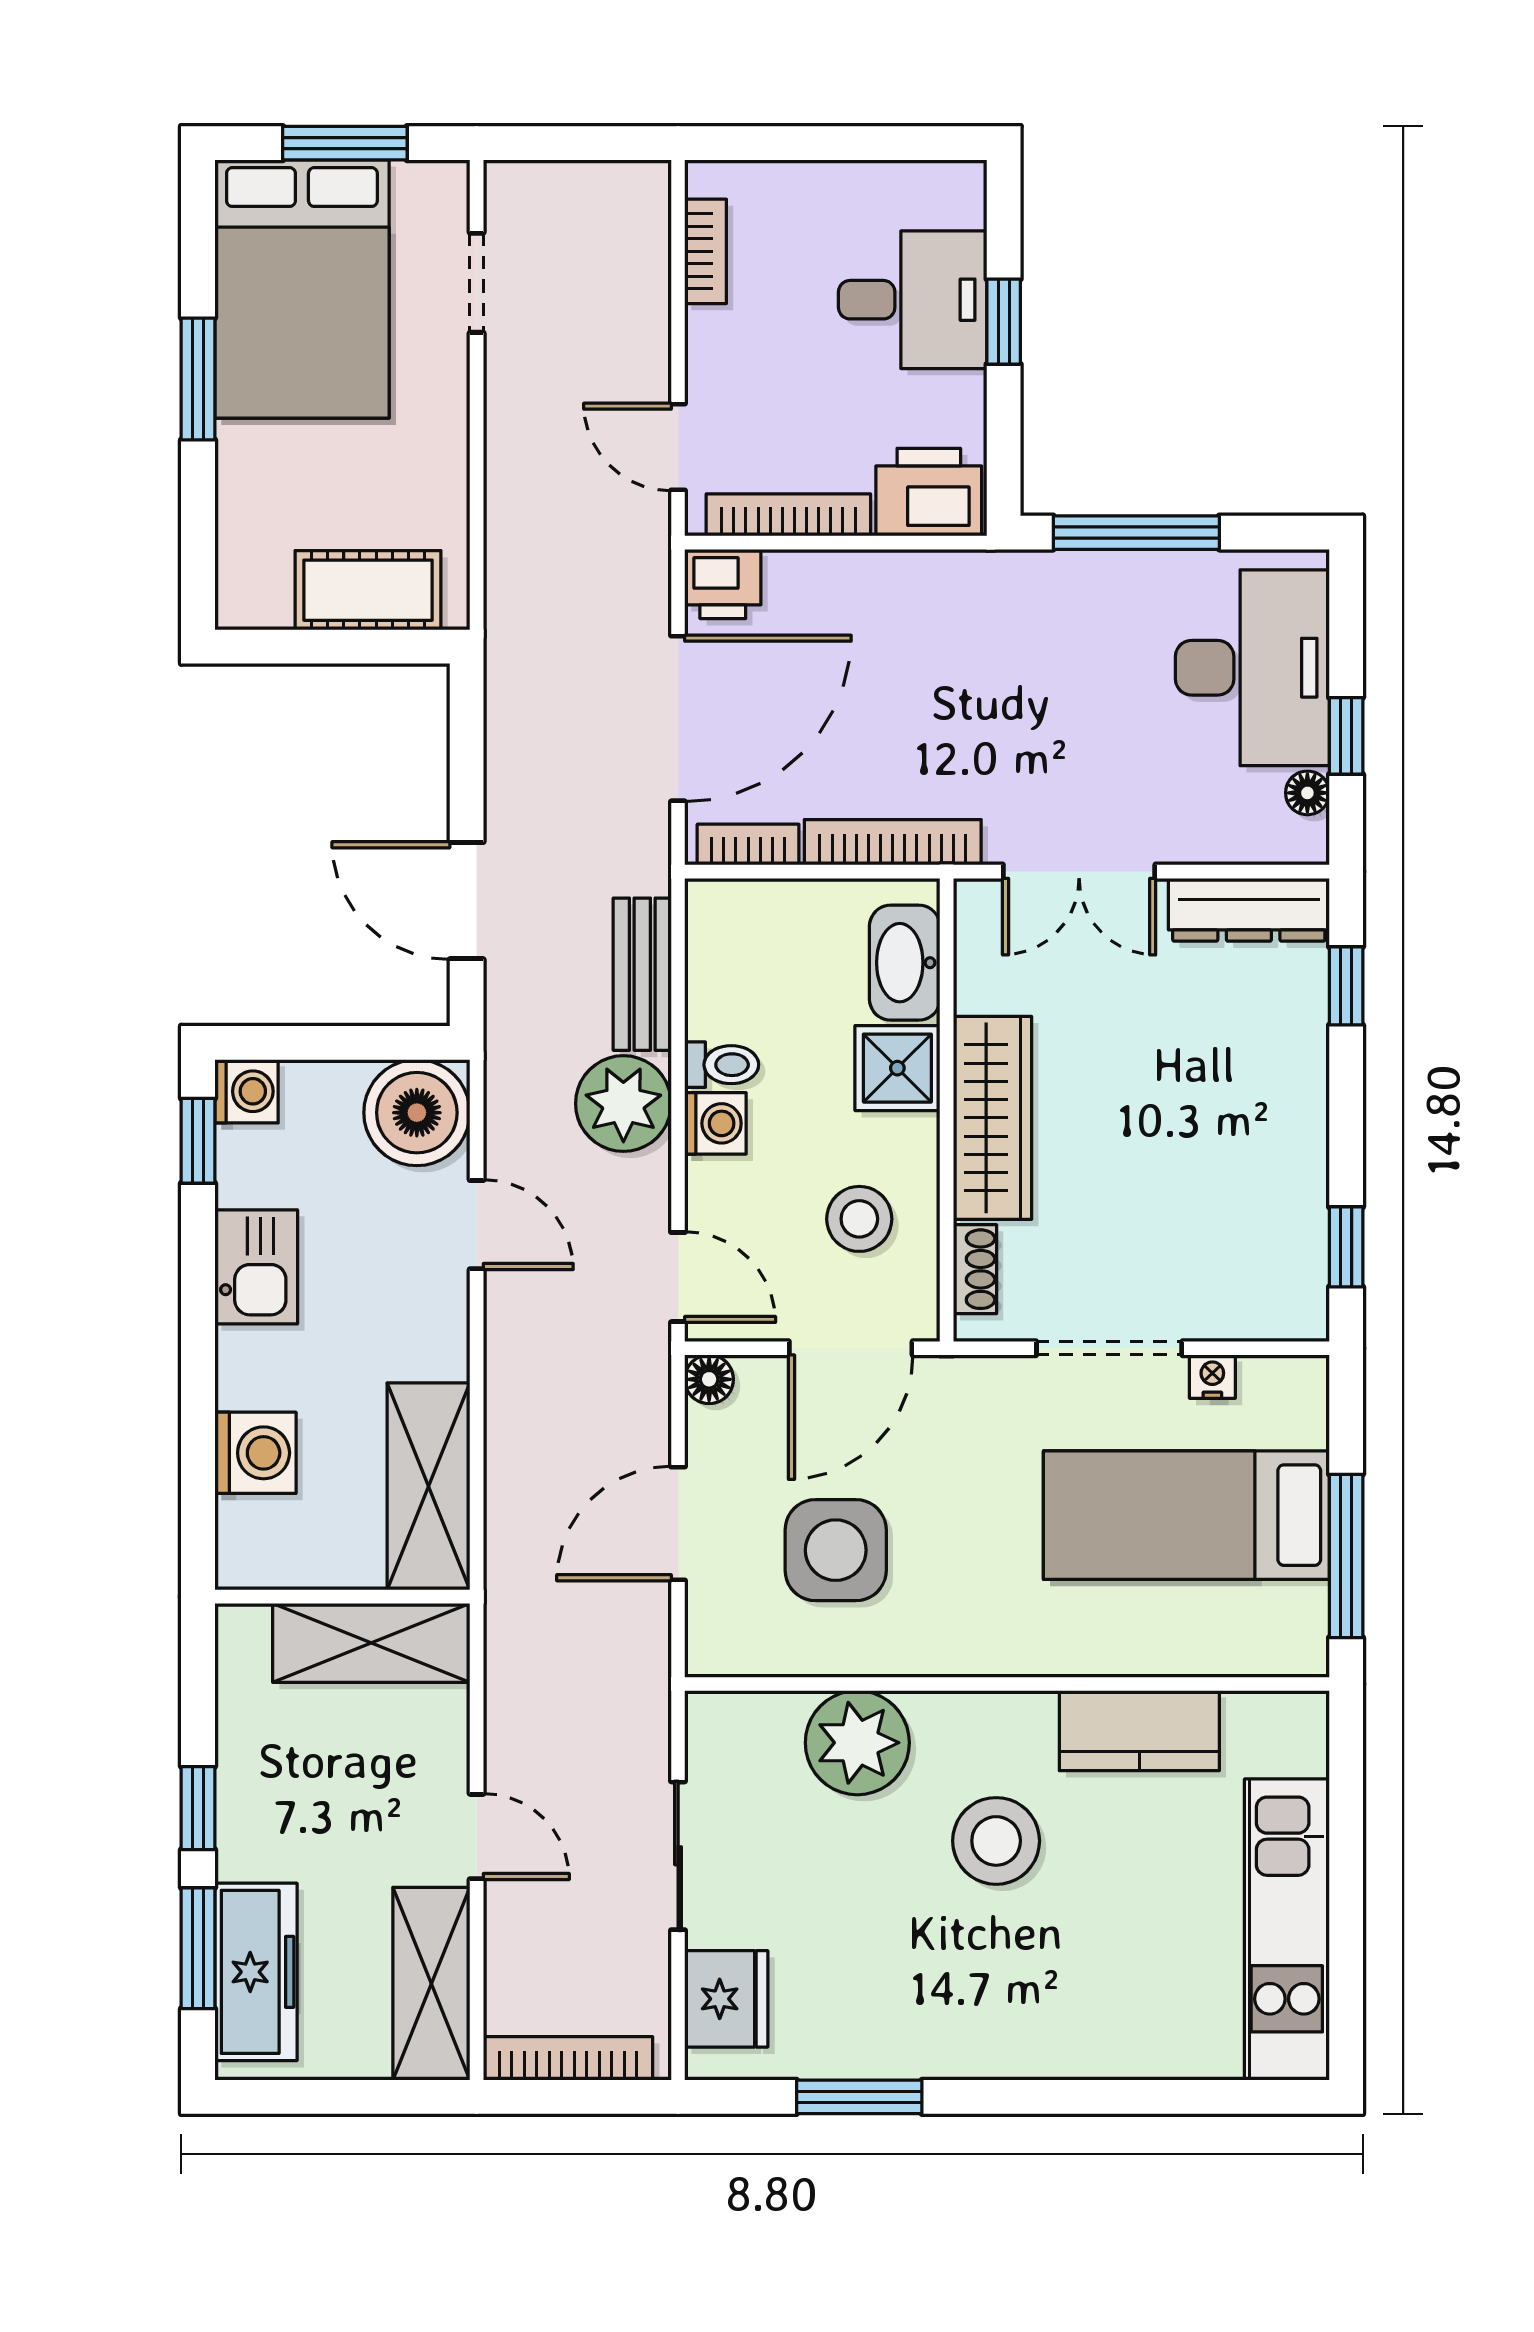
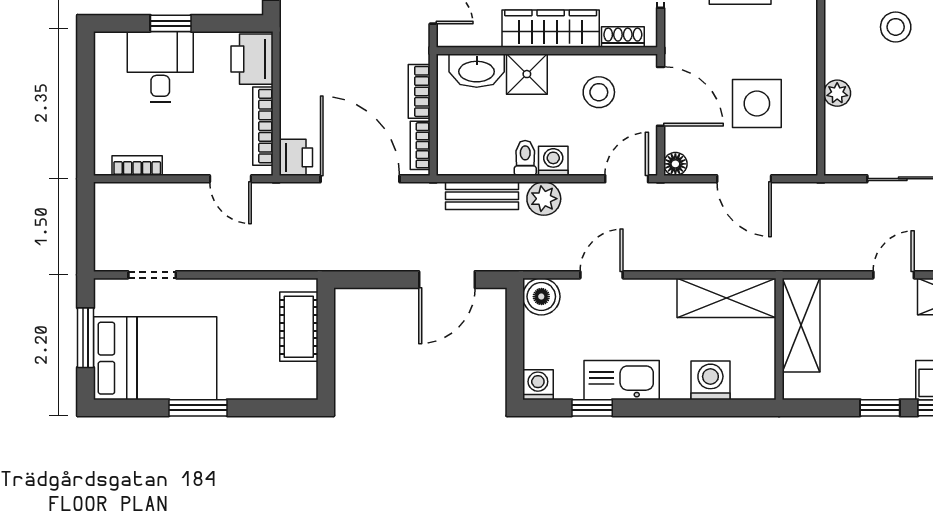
door: (678, 447) -> (230, 179), hinge flipped
bookcase: (893, 842) -> (419, 91), width x0.64
plant: (623, 1104) -> (544, 199), width x0.73, depth x0.73
boiler: (417, 1113) -> (541, 297), width x0.73, depth x0.73
window: (198, 1141) -> (592, 408), moved
kitchen sink: (256, 1267) -> (622, 380), width x1.38
plant: (857, 1743) -> (837, 93), width x0.53, depth x0.53
stool: (996, 1841) -> (896, 27), width x0.73, depth x0.73

